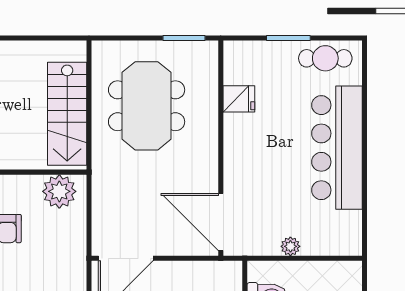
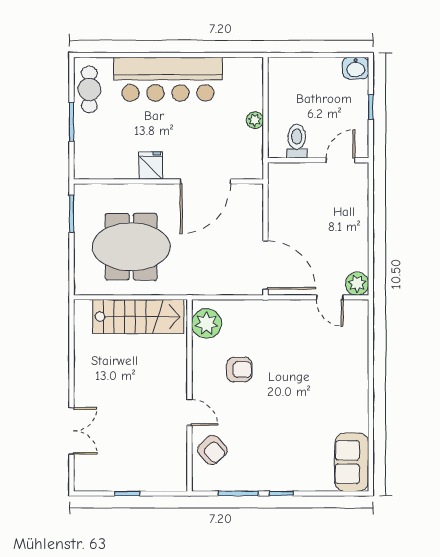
fridge: (239, 99) -> (151, 165), moved
door: (221, 222) -> (205, 181), moved

